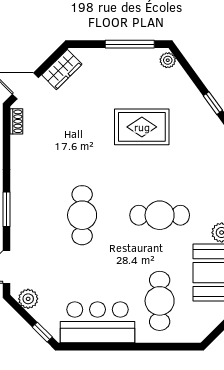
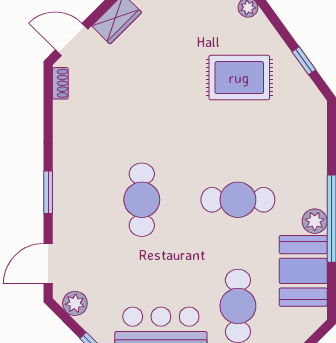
rug: (142, 127) -> (239, 78), moved

